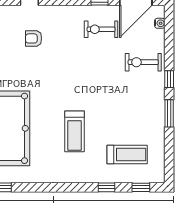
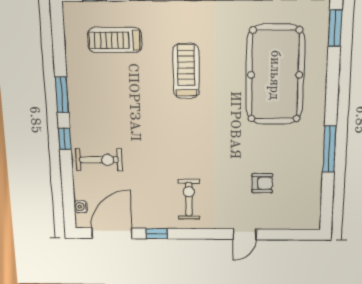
exercise bike: (101, 29) -> (189, 199), moved, turned -90
armchair: (34, 38) -> (262, 183), moved

